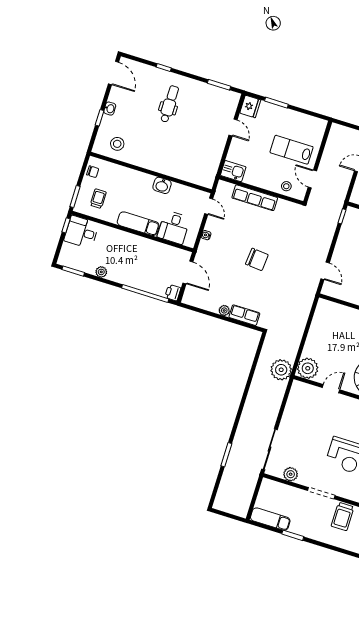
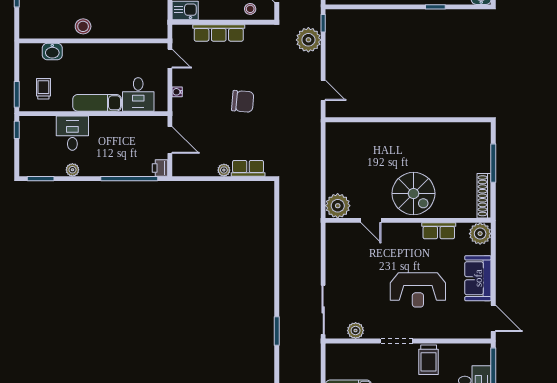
stool: (117, 144) -> (83, 26), moved
chair: (93, 172) -> (28, 60), removed
washbasin: (162, 185) -> (52, 52), moved
desk: (81, 232) -> (72, 133), moved, turned 90
plant: (281, 370) -> (308, 40), moved
door: (331, 389) -> (371, 220), swing flipped

